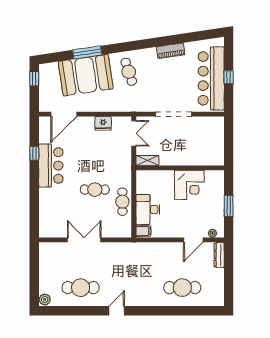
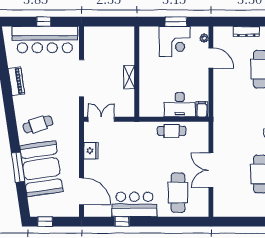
shelving: (147, 160) -> (129, 77), moved
corner desk: (189, 185) -> (175, 41), moved, turned 90
cafe table: (95, 190) -> (178, 193), moved, width x1.37, depth x1.35
dresser: (219, 255) -> (246, 31), moved

